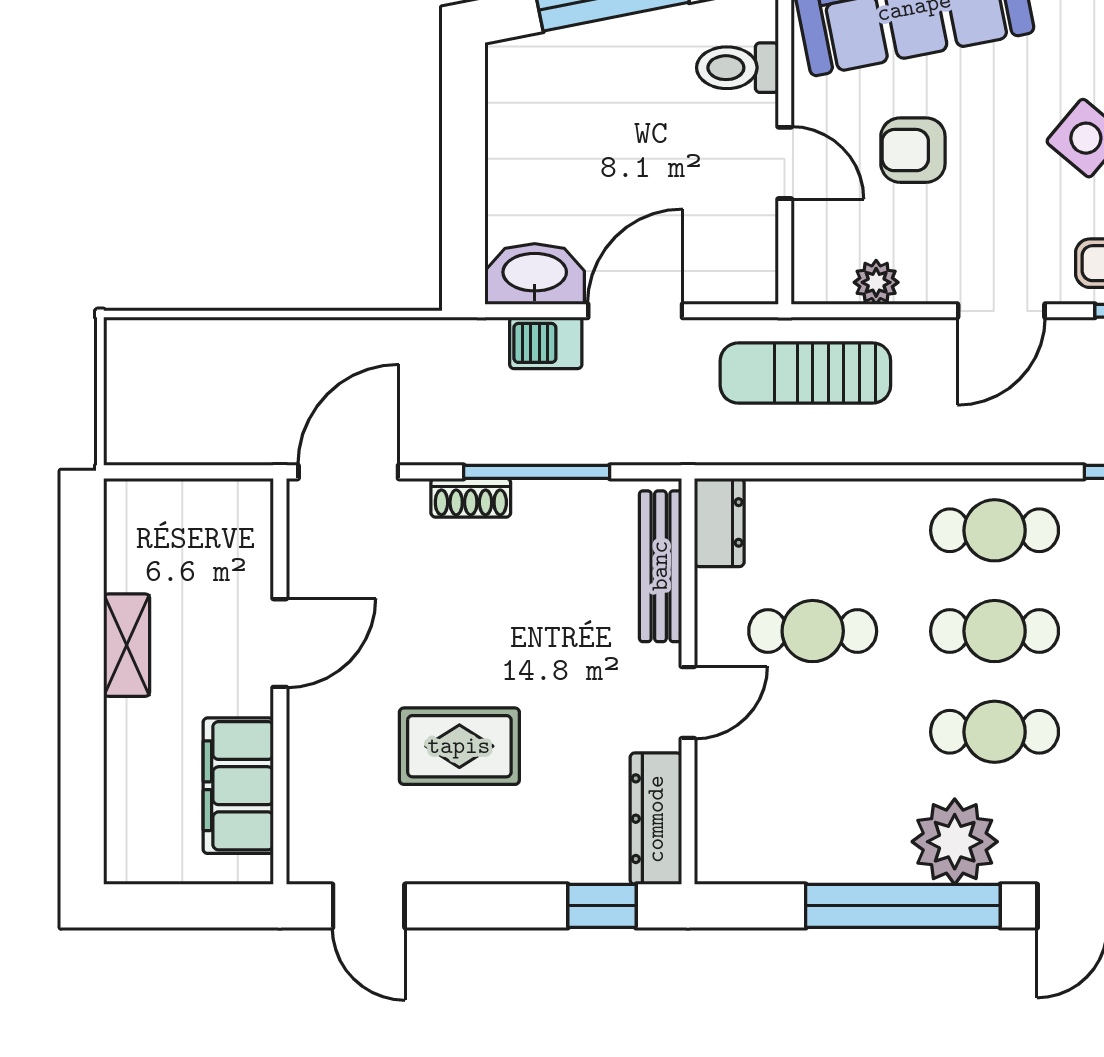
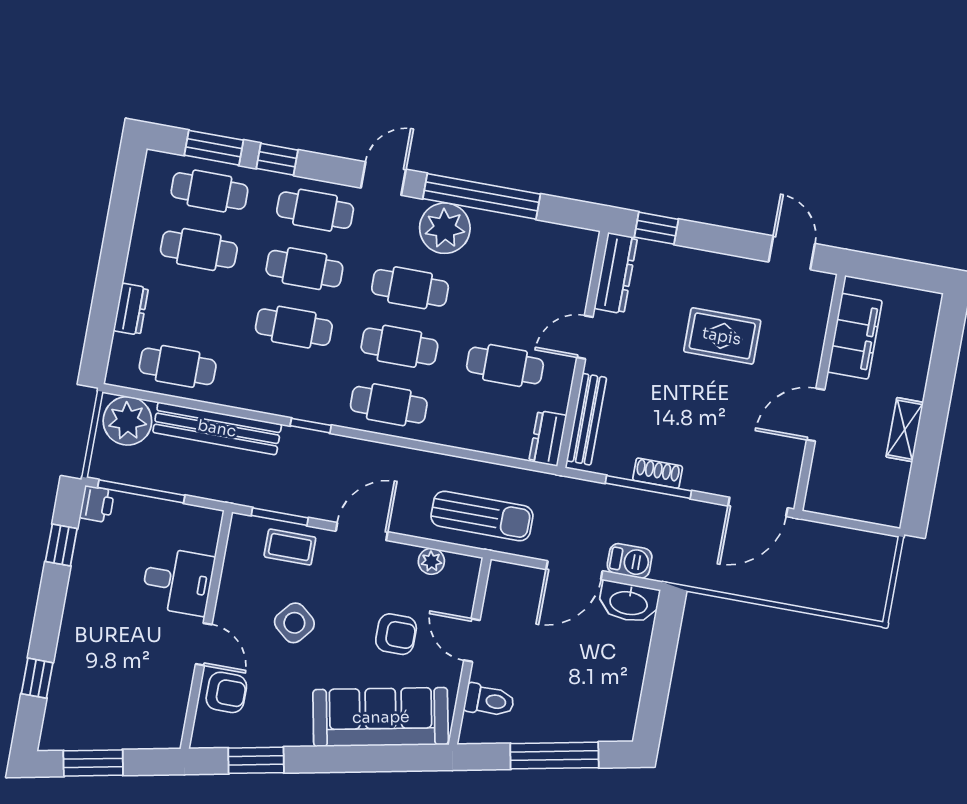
shoe rack: (471, 498) -> (658, 473), moved

